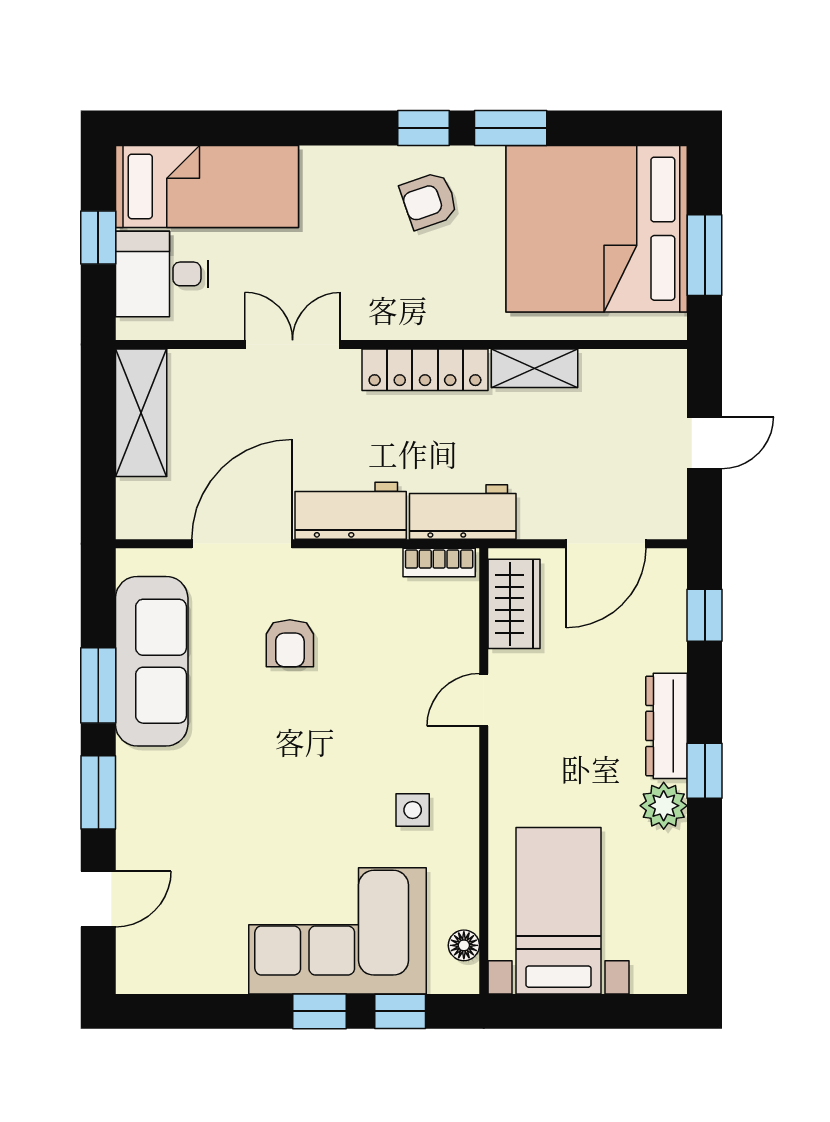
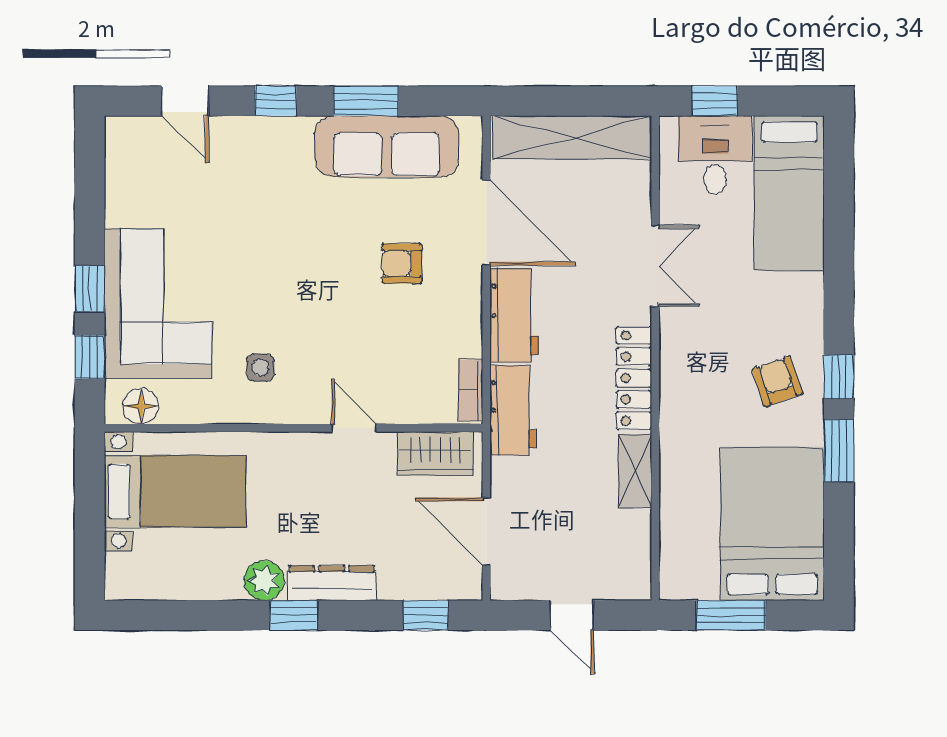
bed: (597, 229) -> (772, 524), width x0.73
window: (98, 238) -> (715, 101), moved
shelving: (141, 413) -> (572, 137), width x1.47
window: (98, 792) -> (275, 101), width x0.67
floor lamp: (464, 945) -> (141, 406), width x1.37, depth x1.37

